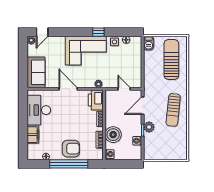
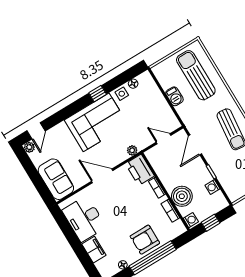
barbecue: (149, 43) -> (174, 96), moved
plant: (149, 127) -> (216, 164), removed
armchair: (71, 149) -> (145, 240), turned 180
window: (122, 164) -> (211, 223), added

